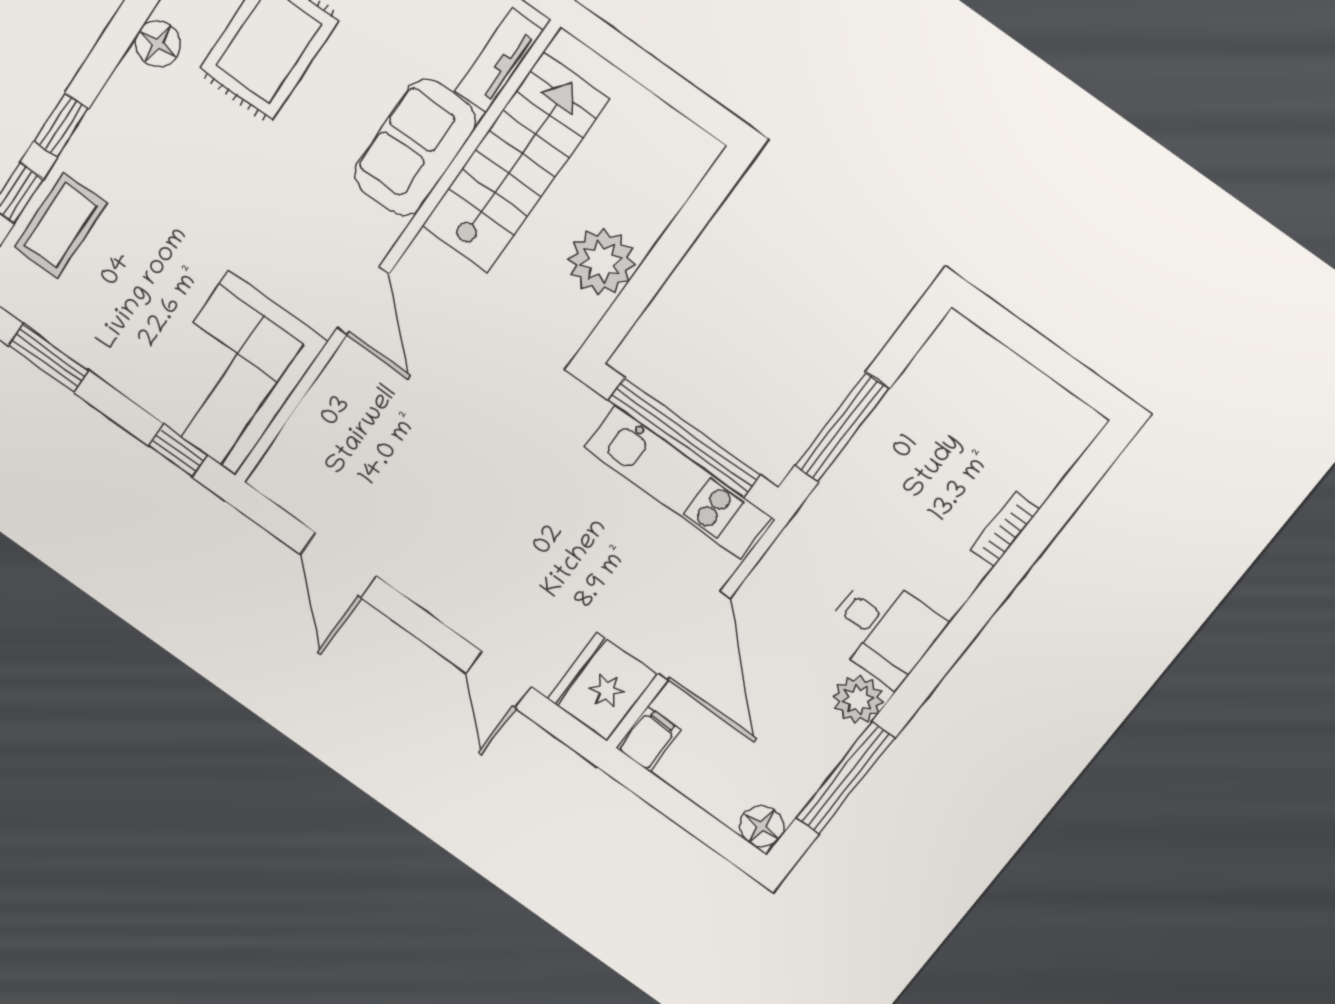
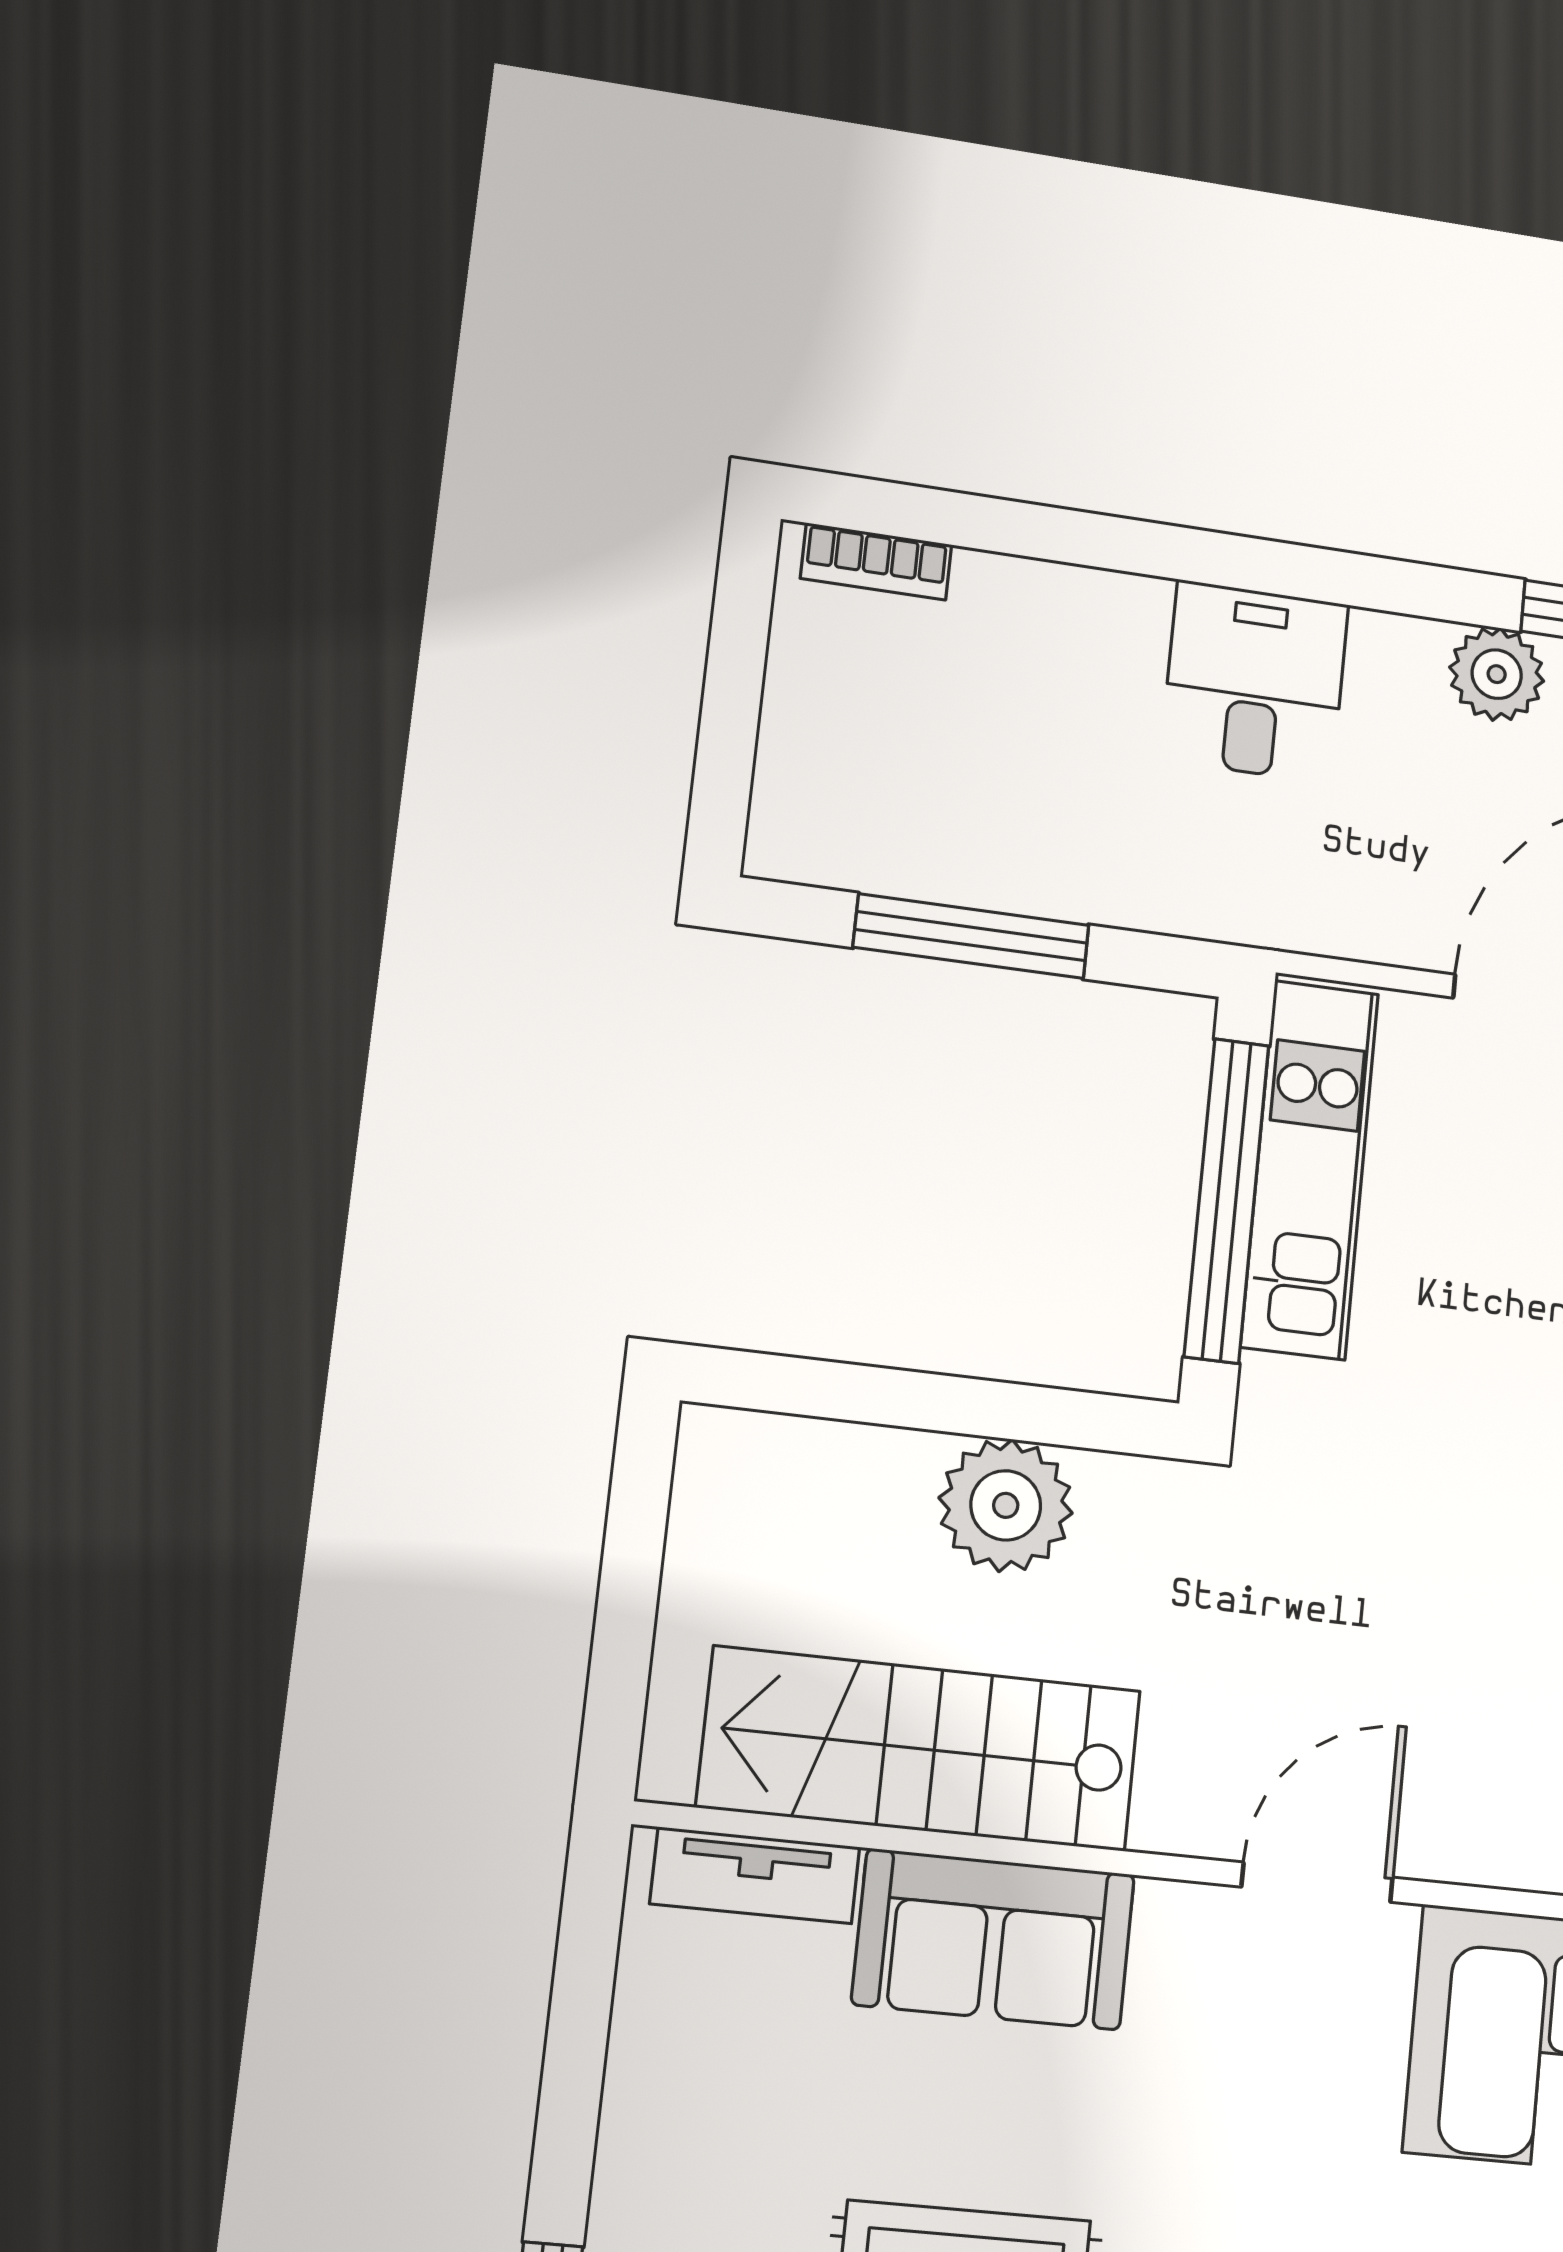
window: (842, 427) -> (971, 936), moved
bookcase: (1005, 529) -> (876, 561), moved
desk: (883, 629) -> (1255, 682), moved

